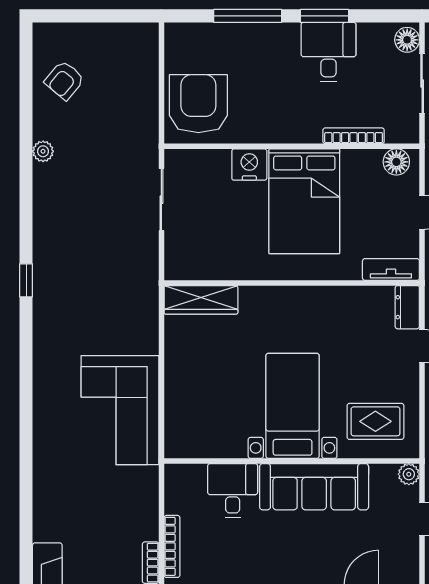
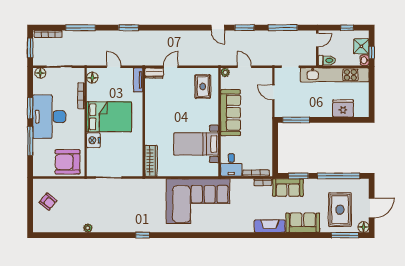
desk: (329, 52) -> (49, 117), width x1.87, depth x1.30
armchair: (64, 80) -> (48, 202), moved
bed with nightstands: (293, 406) -> (196, 144), moved
corner sofa: (120, 410) -> (198, 201), width x1.36, depth x1.36
desk: (233, 490) -> (231, 165), moved, turned -90

